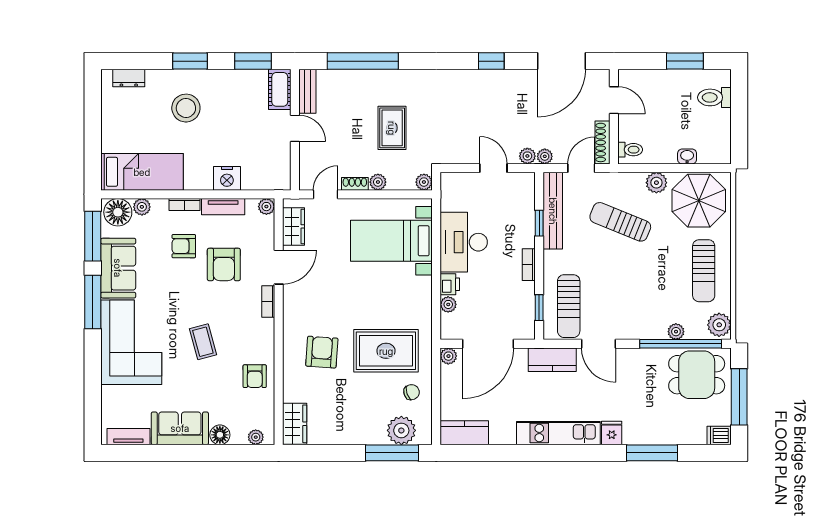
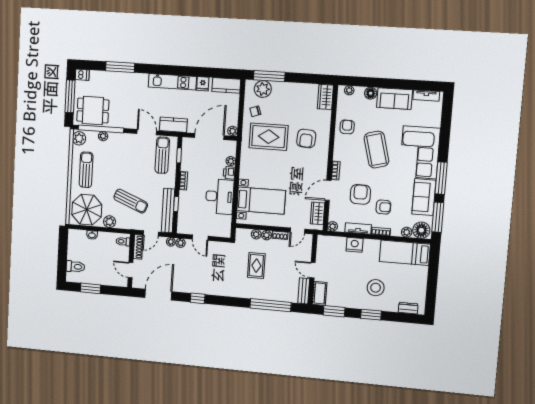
plant: (424, 182) -> (256, 234), moved
coffee table: (203, 342) -> (376, 150), width x1.86, depth x1.72
fridge: (612, 433) -> (203, 84), moved

